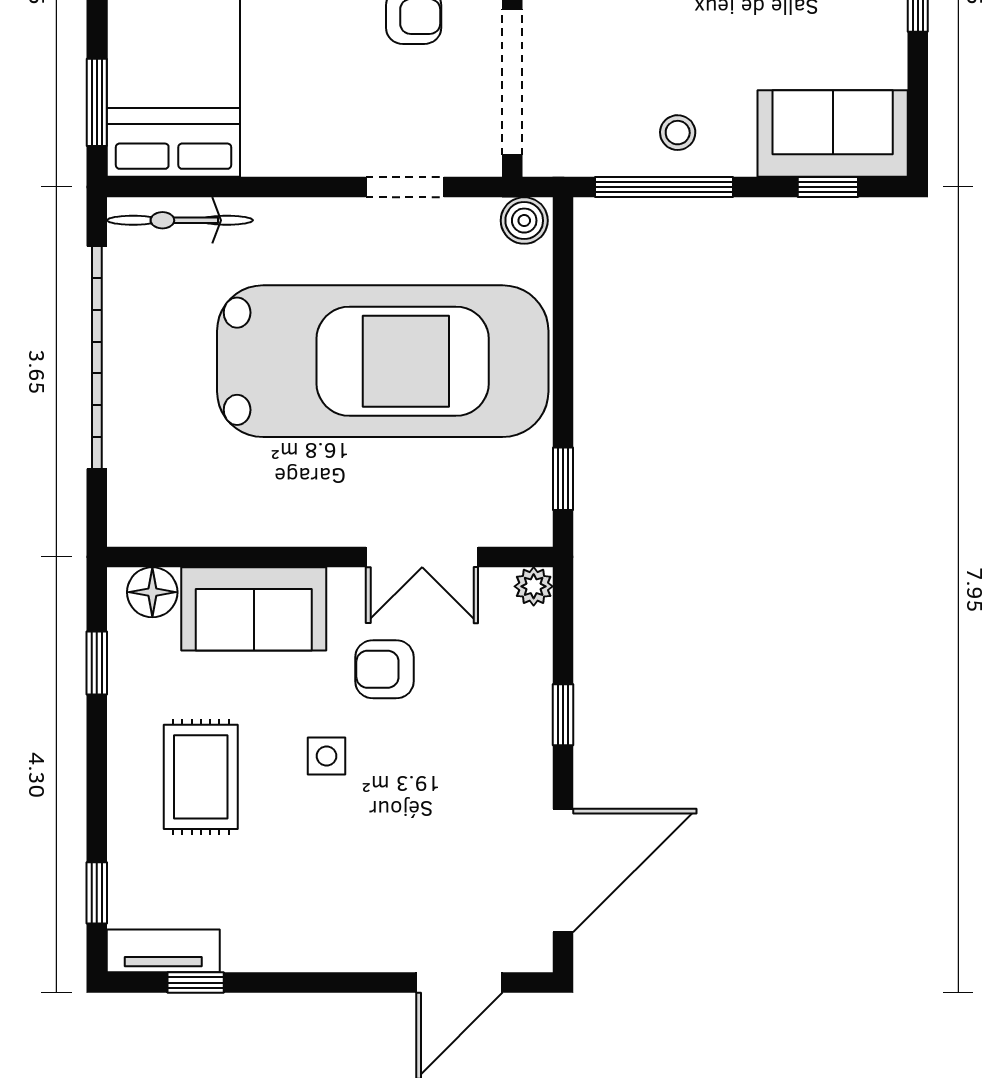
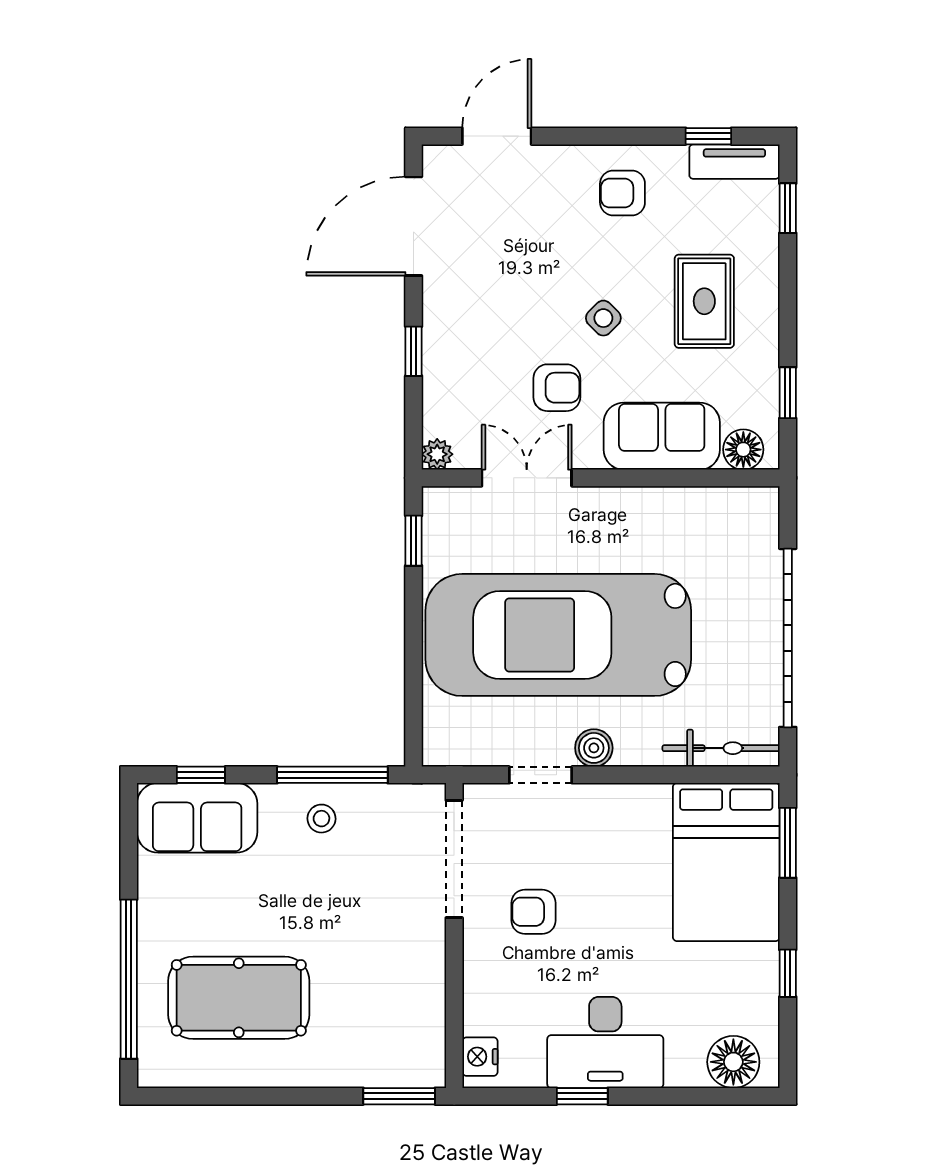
boiler: (524, 221) -> (594, 748), moved
side table: (327, 756) -> (603, 318), turned 45
armchair: (303, 912) -> (622, 193), added

